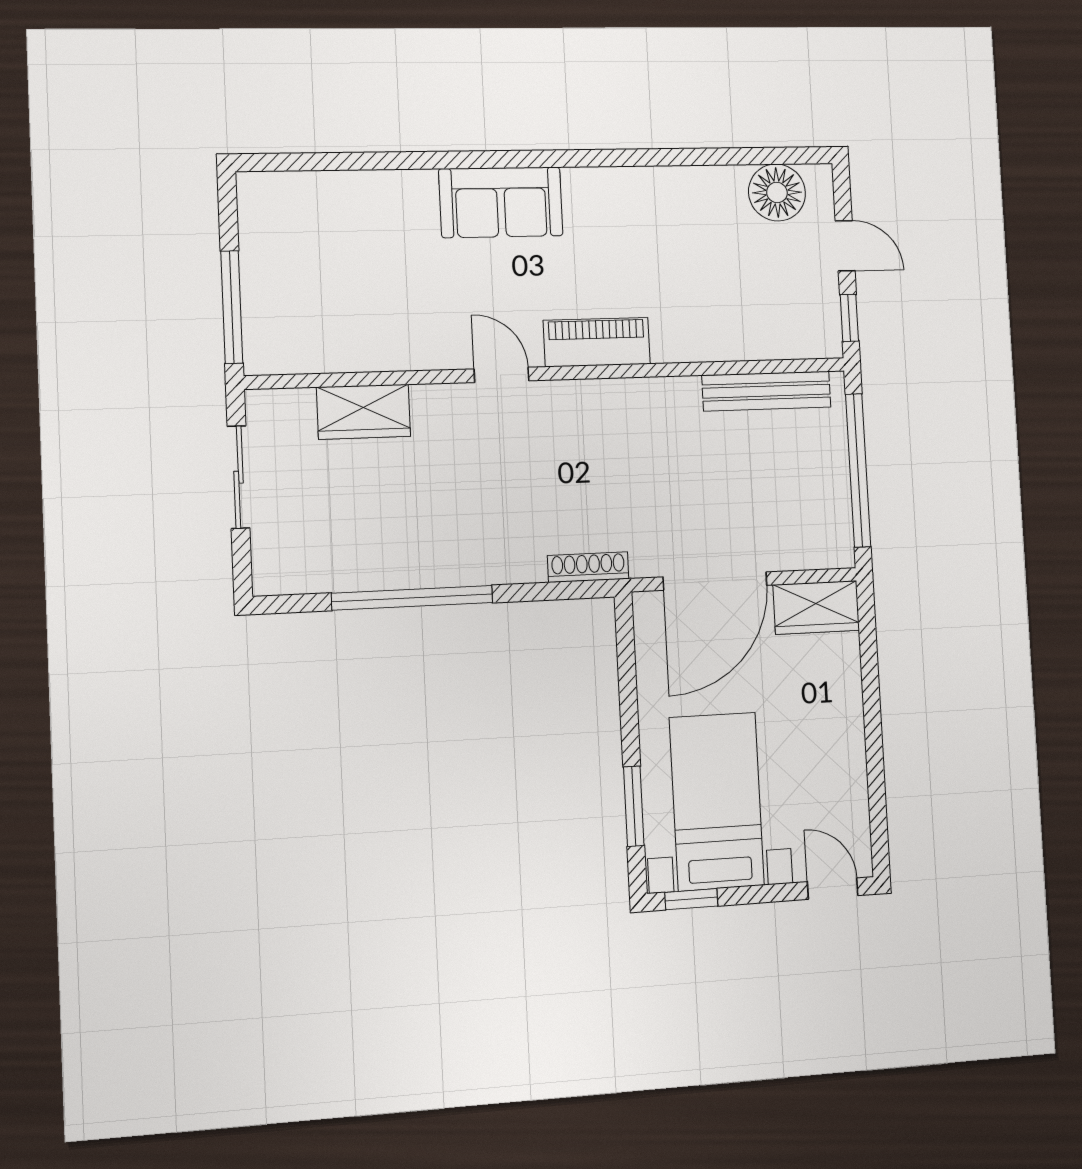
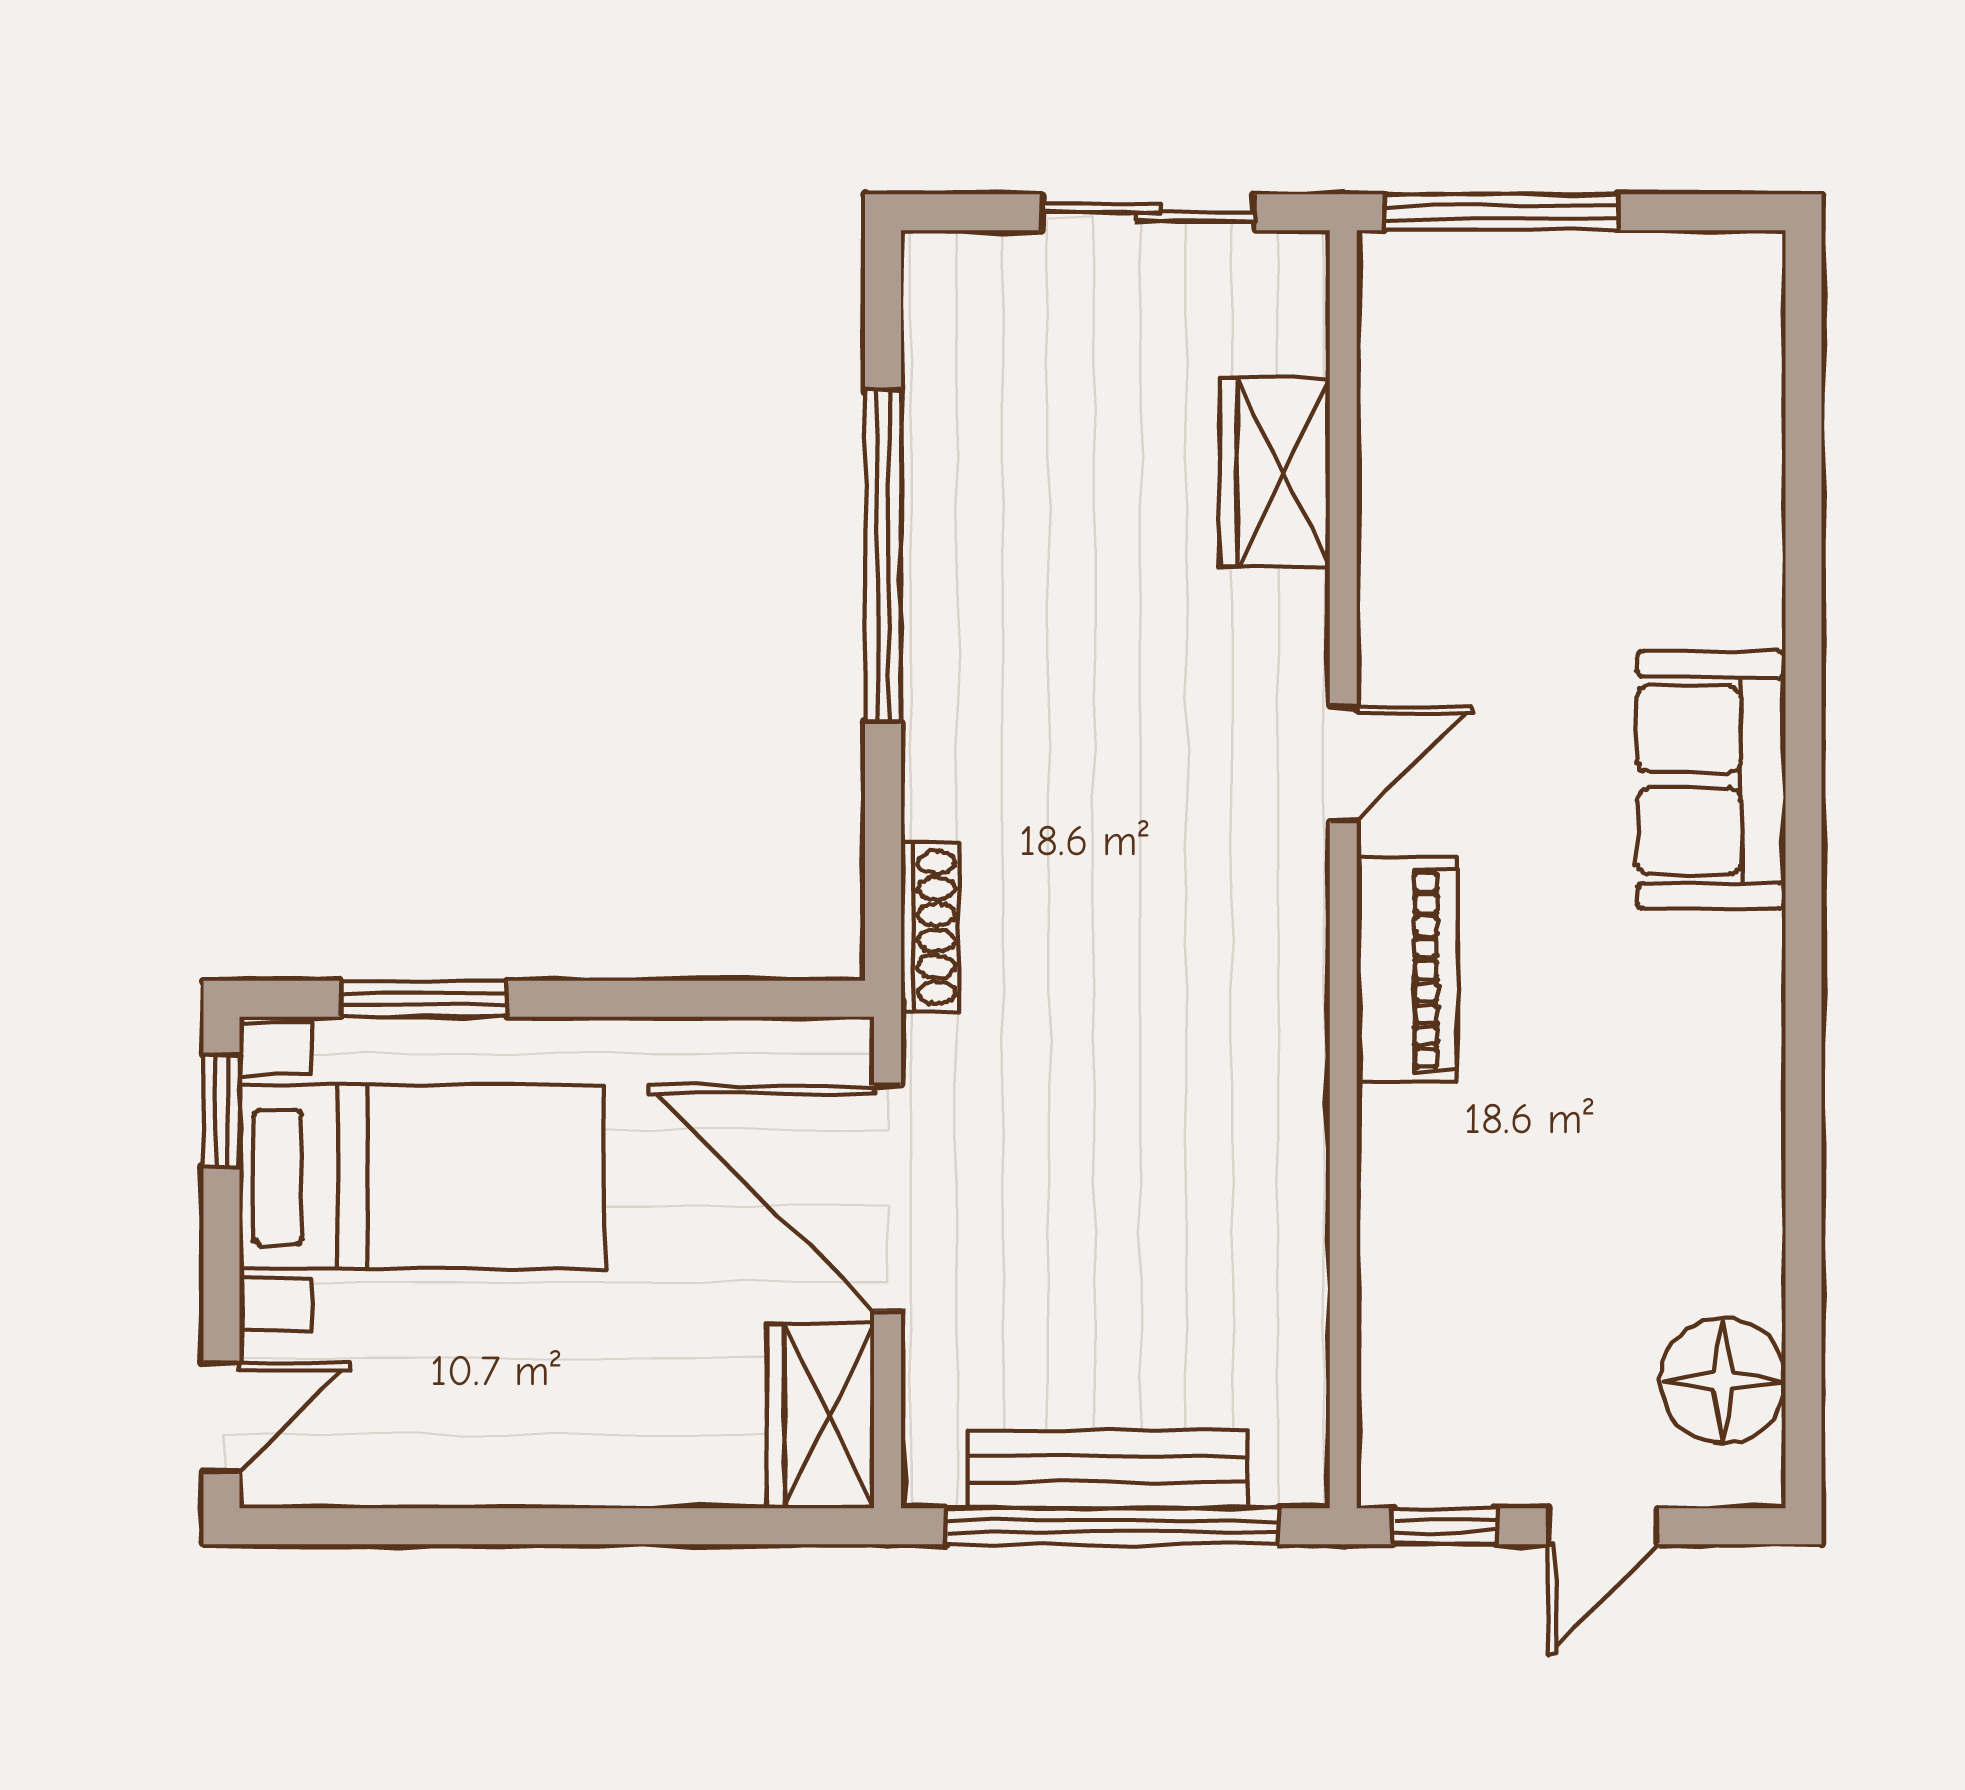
bench: (767, 391) -> (1108, 1469), moved, turned 90

